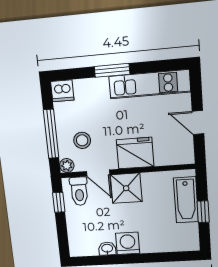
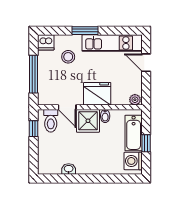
door: (198, 123) -> (146, 63), moved
stool: (82, 140) -> (68, 57), moved
plant: (67, 165) -> (135, 100), moved
bidet: (148, 181) -> (105, 116), added
washing machine: (128, 243) -> (133, 161), moved, turned -90

